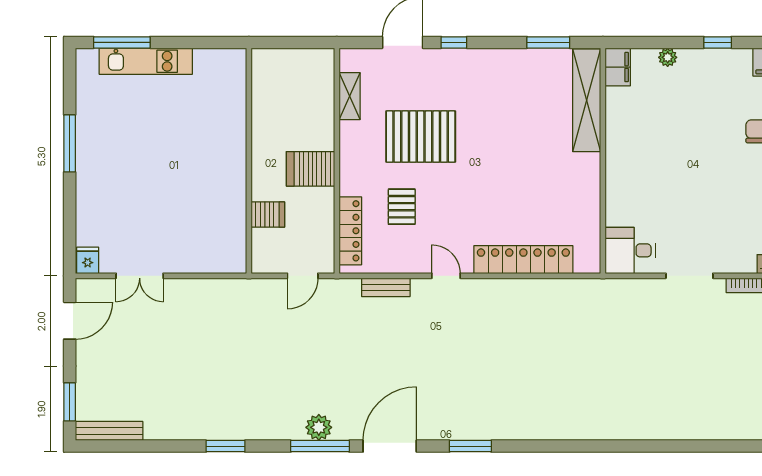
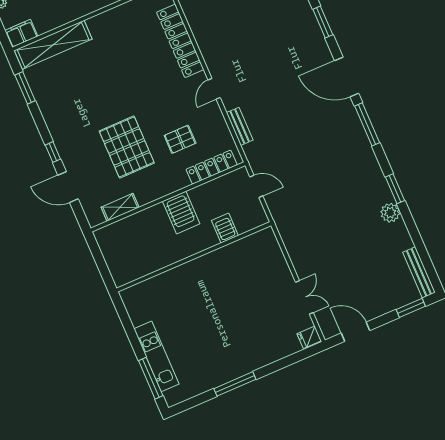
plant: (319, 427) -> (390, 213), moved

